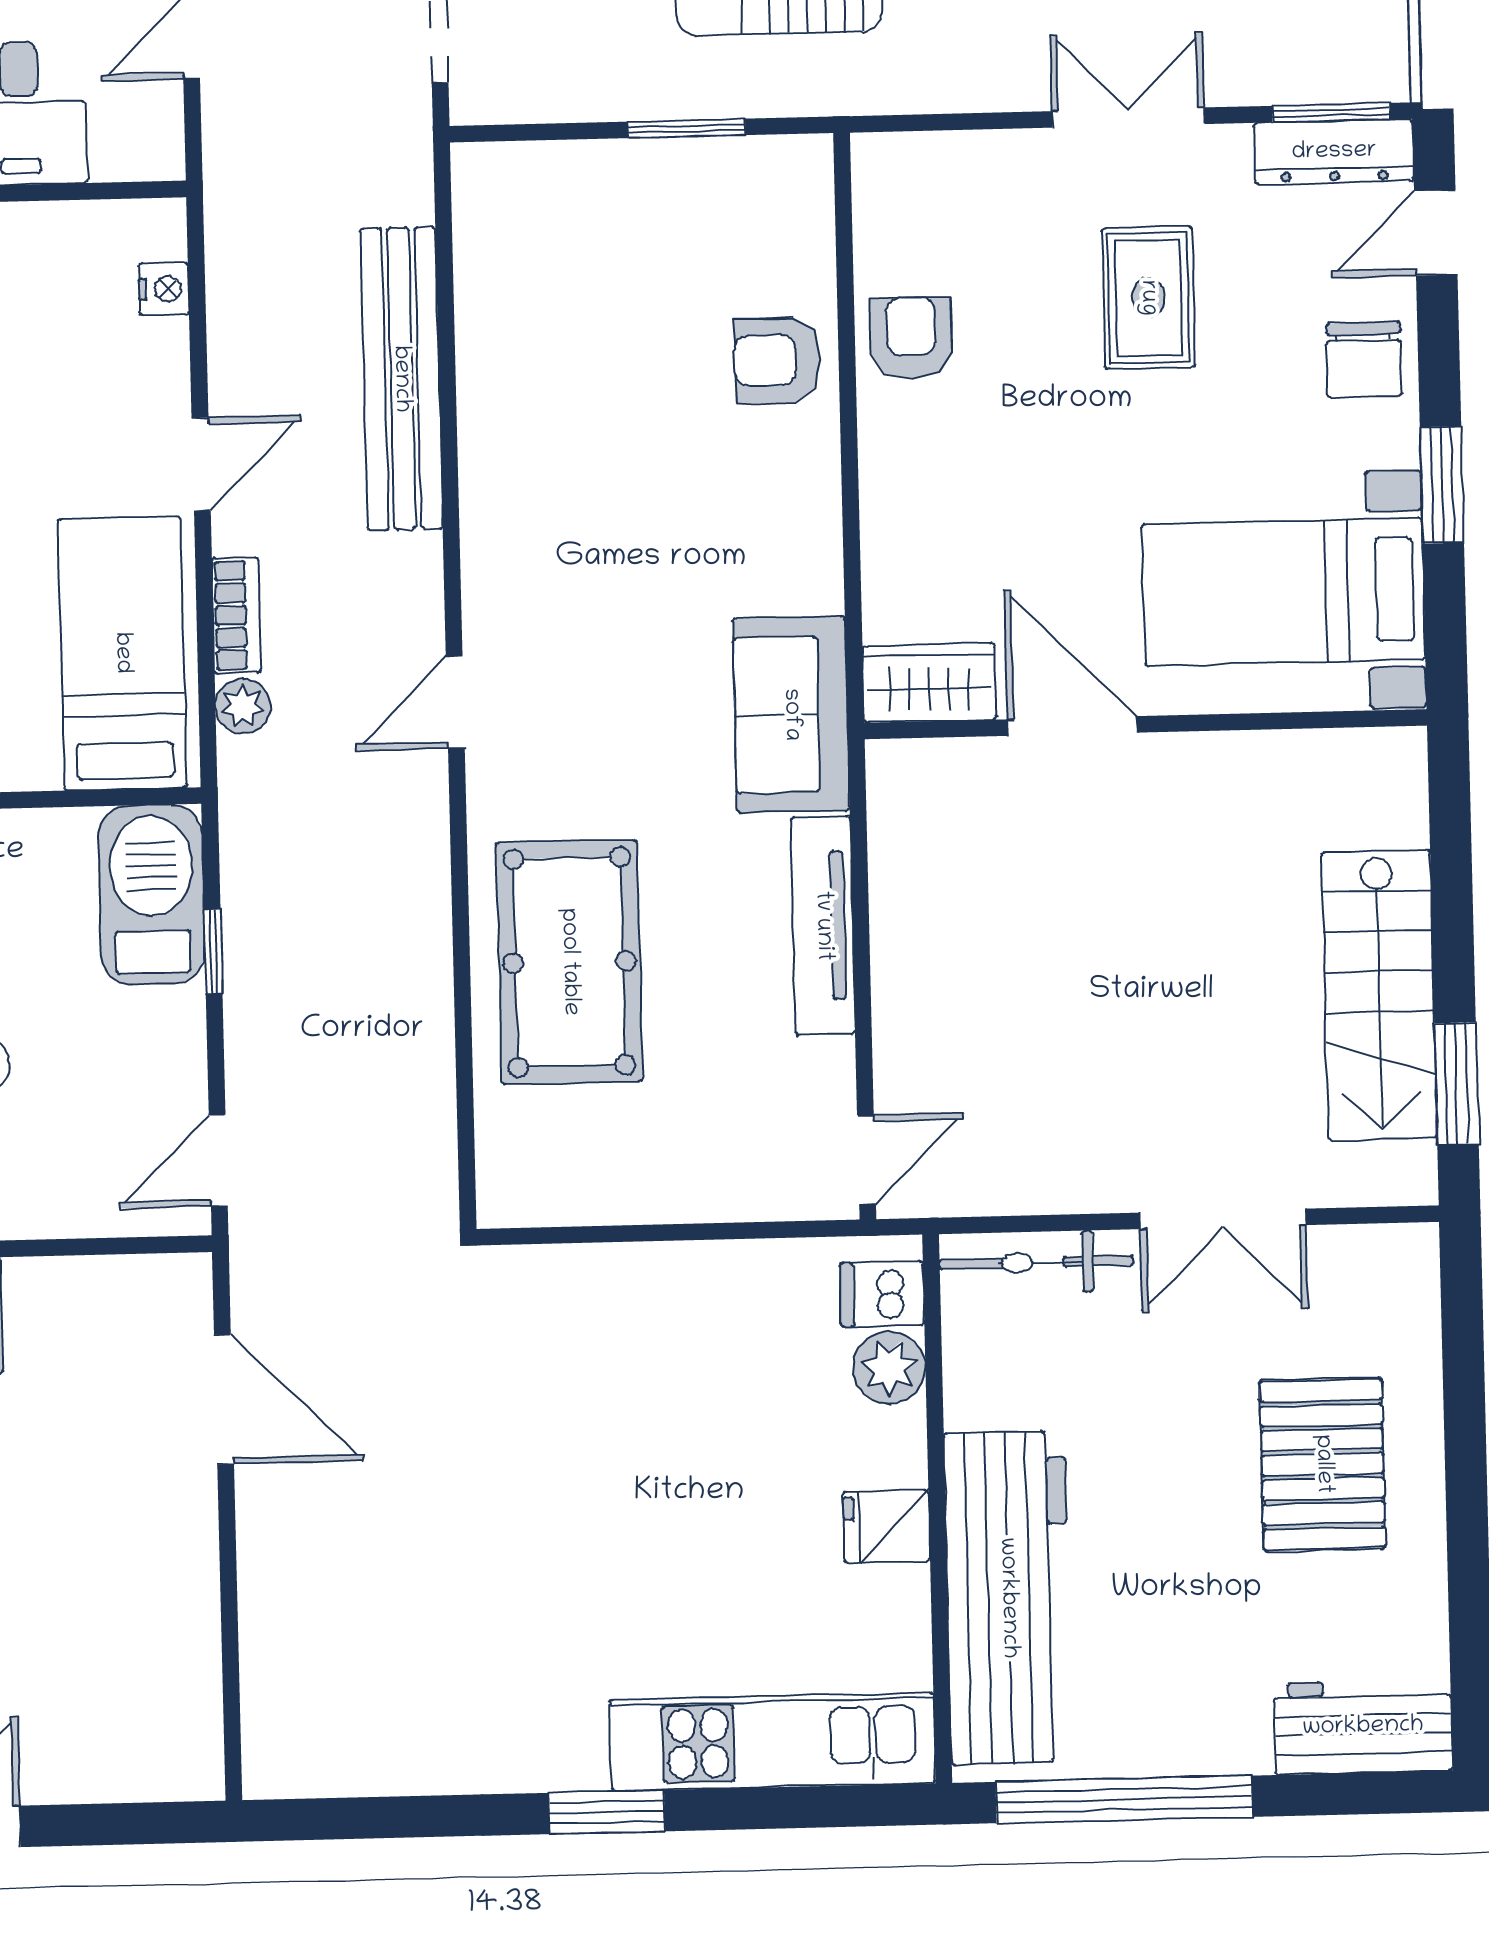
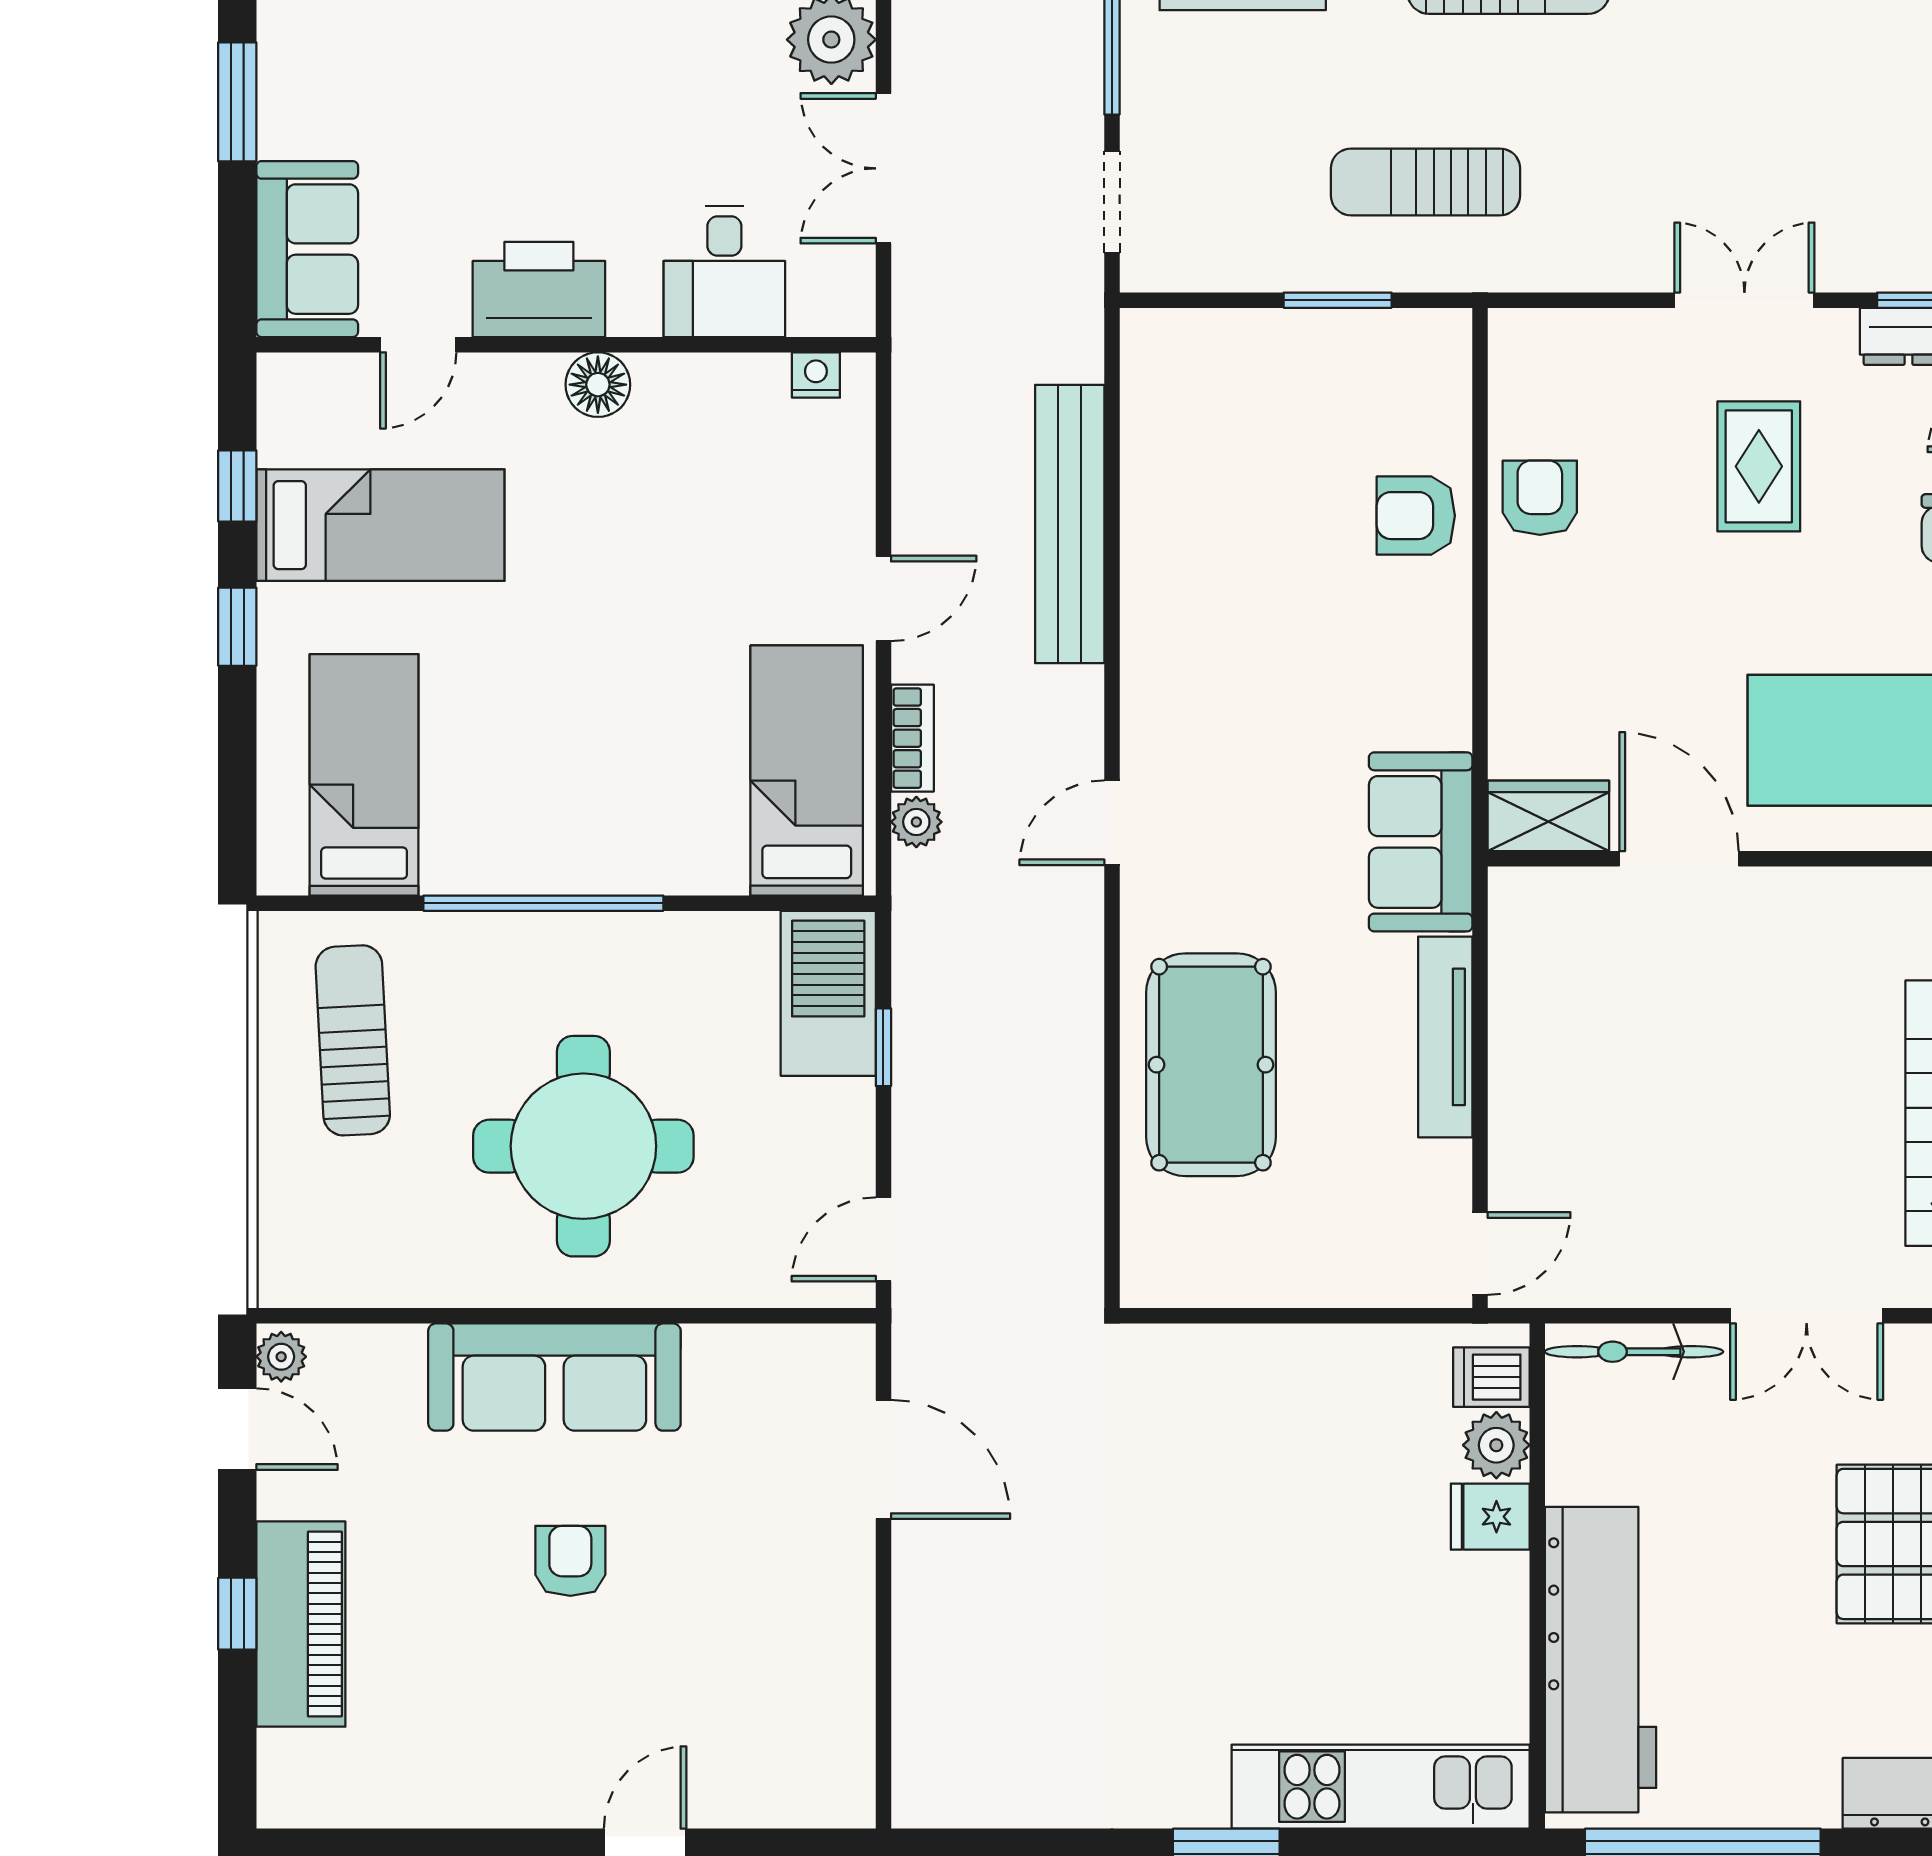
nightstand: (164, 289) -> (816, 375), moved, turned -90
fridge: (886, 1526) -> (1490, 1517), moved

